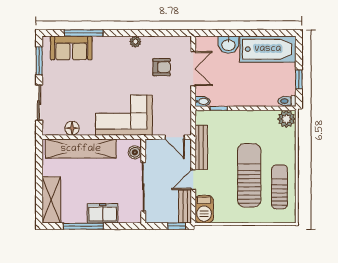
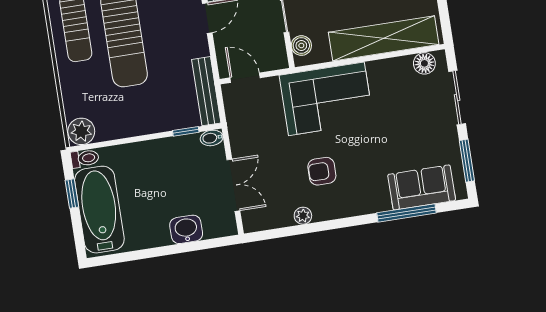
plant: (135, 42) -> (303, 216), moved
bathtub: (268, 49) -> (99, 210), moved, turned 90
armchair: (162, 67) -> (322, 171), moved
double door: (193, 69) -> (233, 185), swing flipped
floor lamp: (72, 128) -> (424, 63), moved
bench: (201, 147) -> (206, 91), moved

